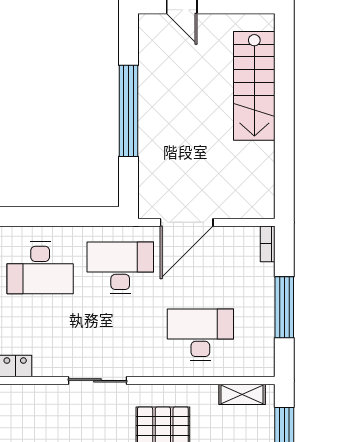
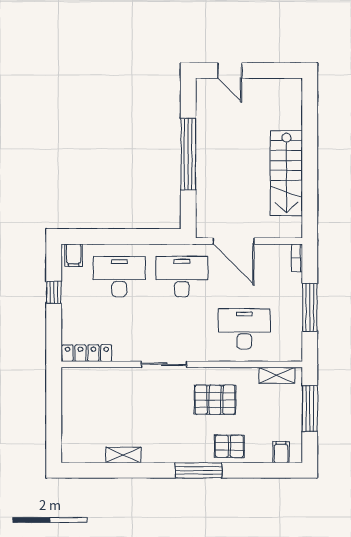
stairs: (254, 86) -> (286, 173), moved
door: (187, 222) -> (234, 241), hinge flipped
desk: (40, 268) -> (119, 277), turned 180

